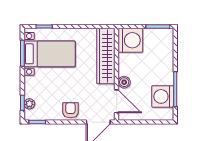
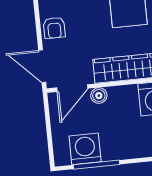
armchair: (71, 110) -> (54, 28), turned 90

